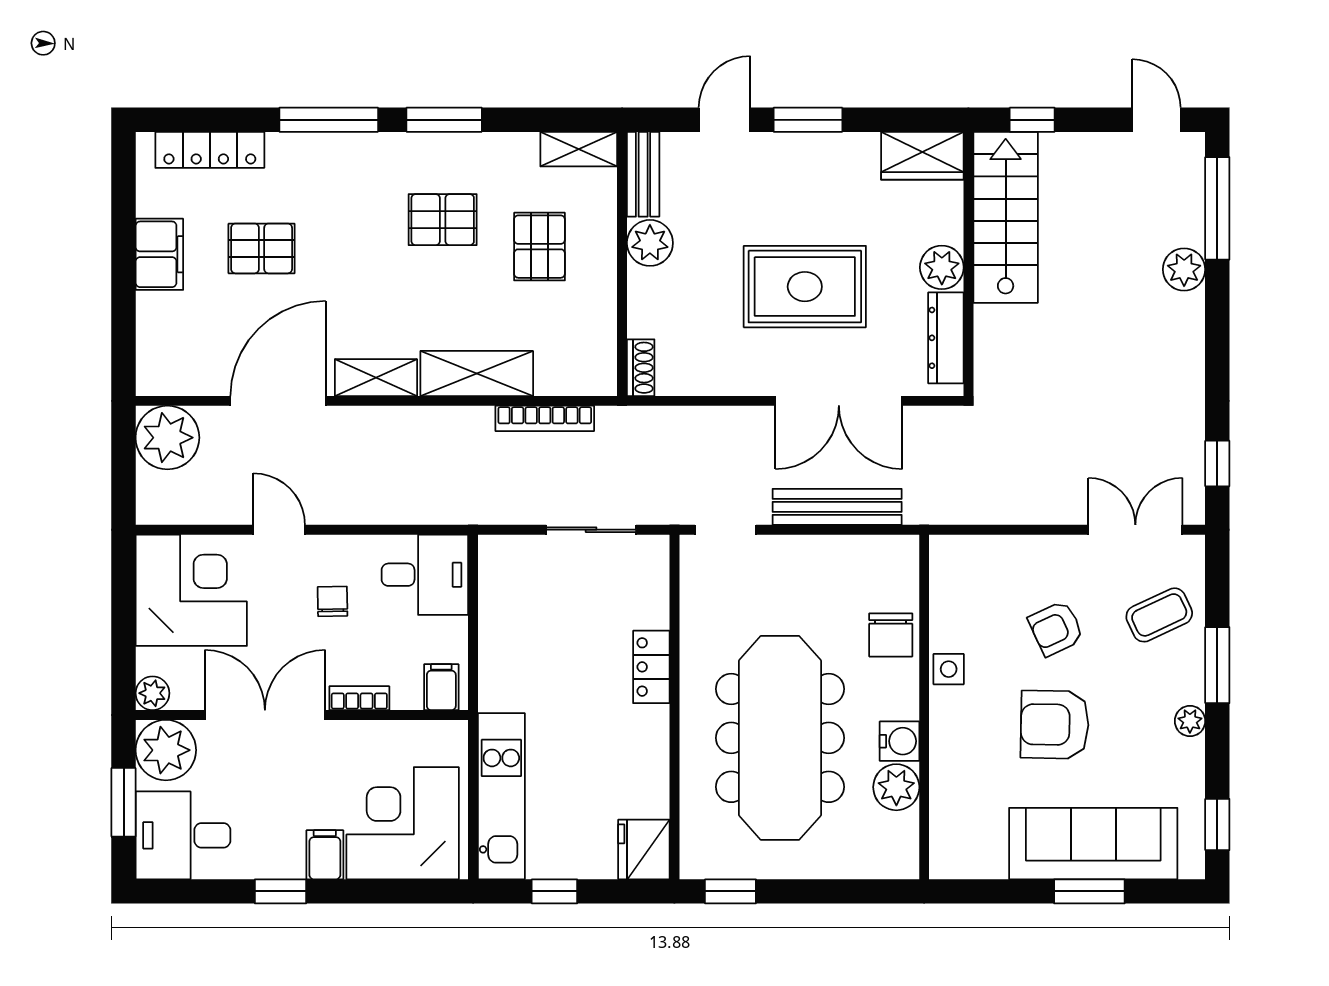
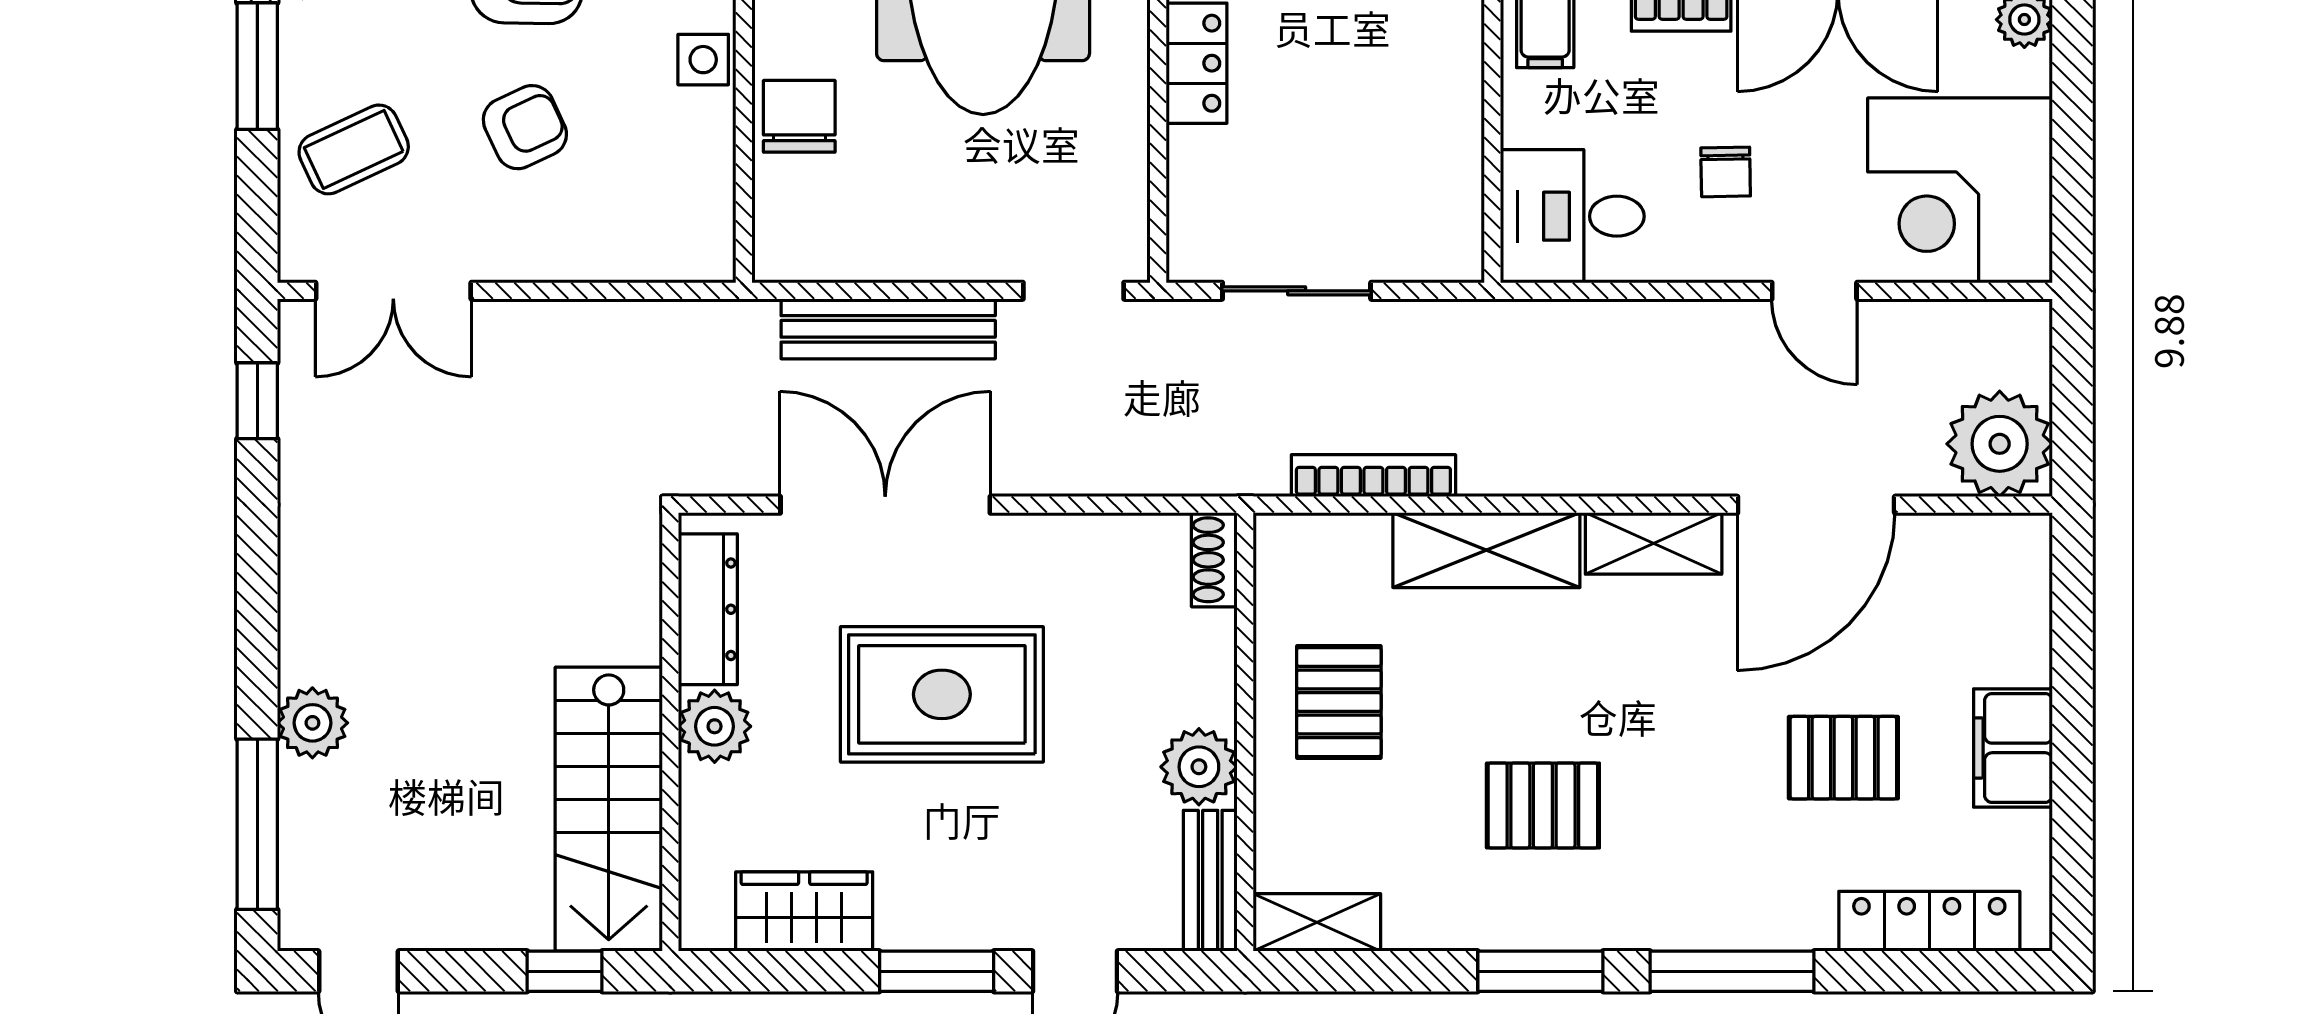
wardrobe: (922, 156) -> (804, 911), moved
pallet: (539, 247) -> (1339, 702), moved

